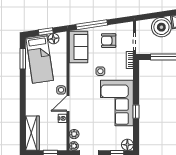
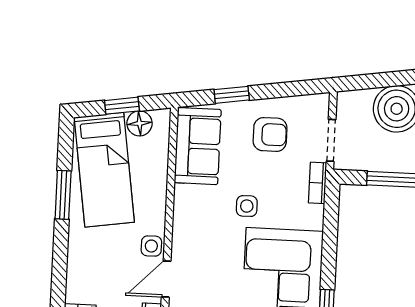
window: (92, 25) -> (232, 95), width x0.46
armchair: (109, 41) -> (270, 134), turned 180
window: (23, 59) -> (63, 195), moved

